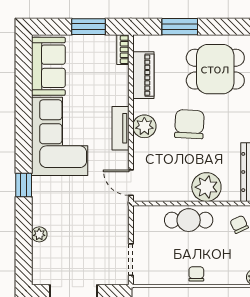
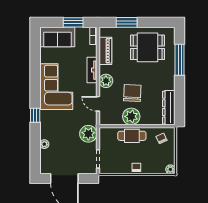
sofa: (48, 66) -> (58, 37), moved, turned 90
chair: (189, 124) -> (132, 93), moved
tv unit: (120, 128) -> (92, 70), moved
door: (131, 183) -> (98, 104), moved
plant: (206, 187) -> (131, 116), moved
plant: (114, 217) -> (88, 134), added

